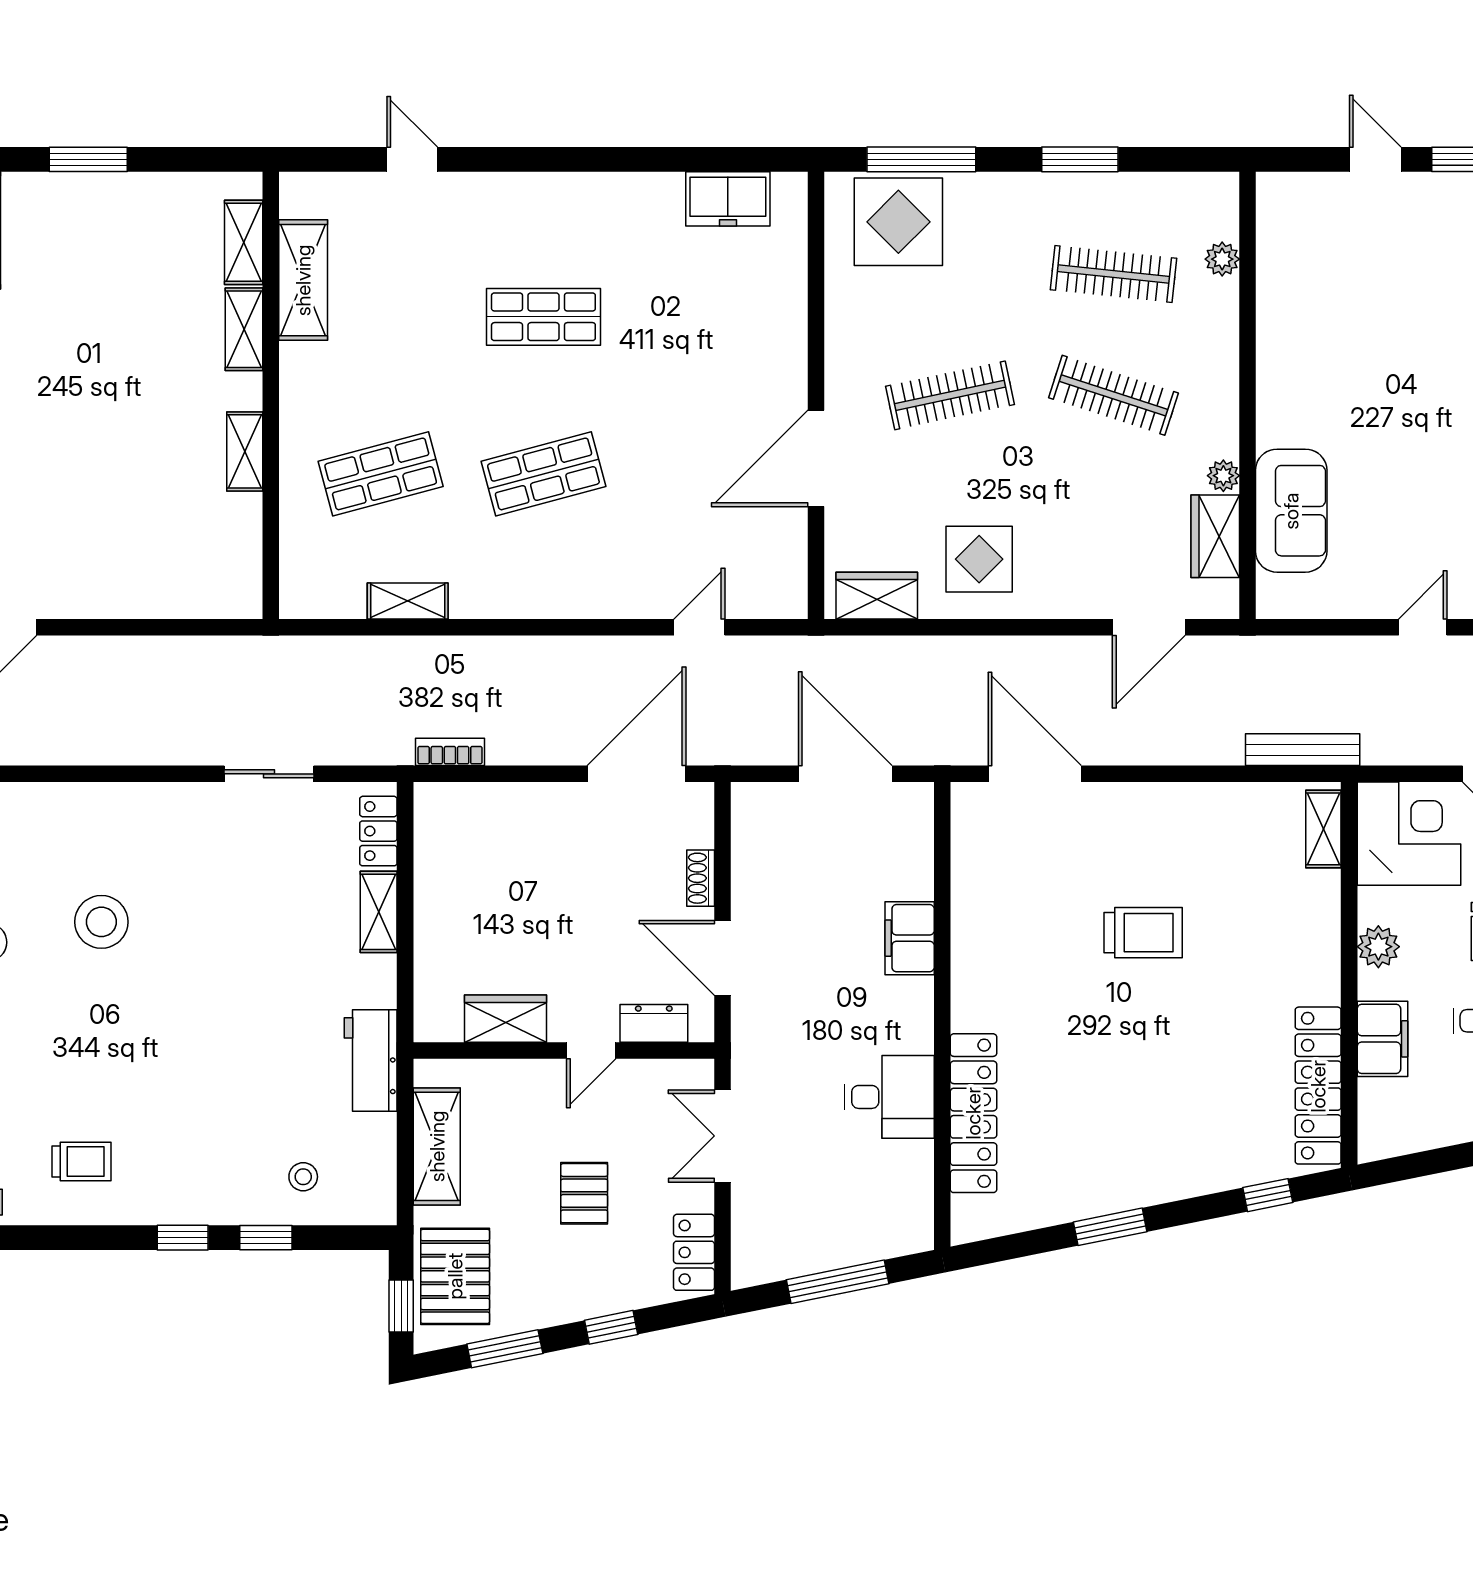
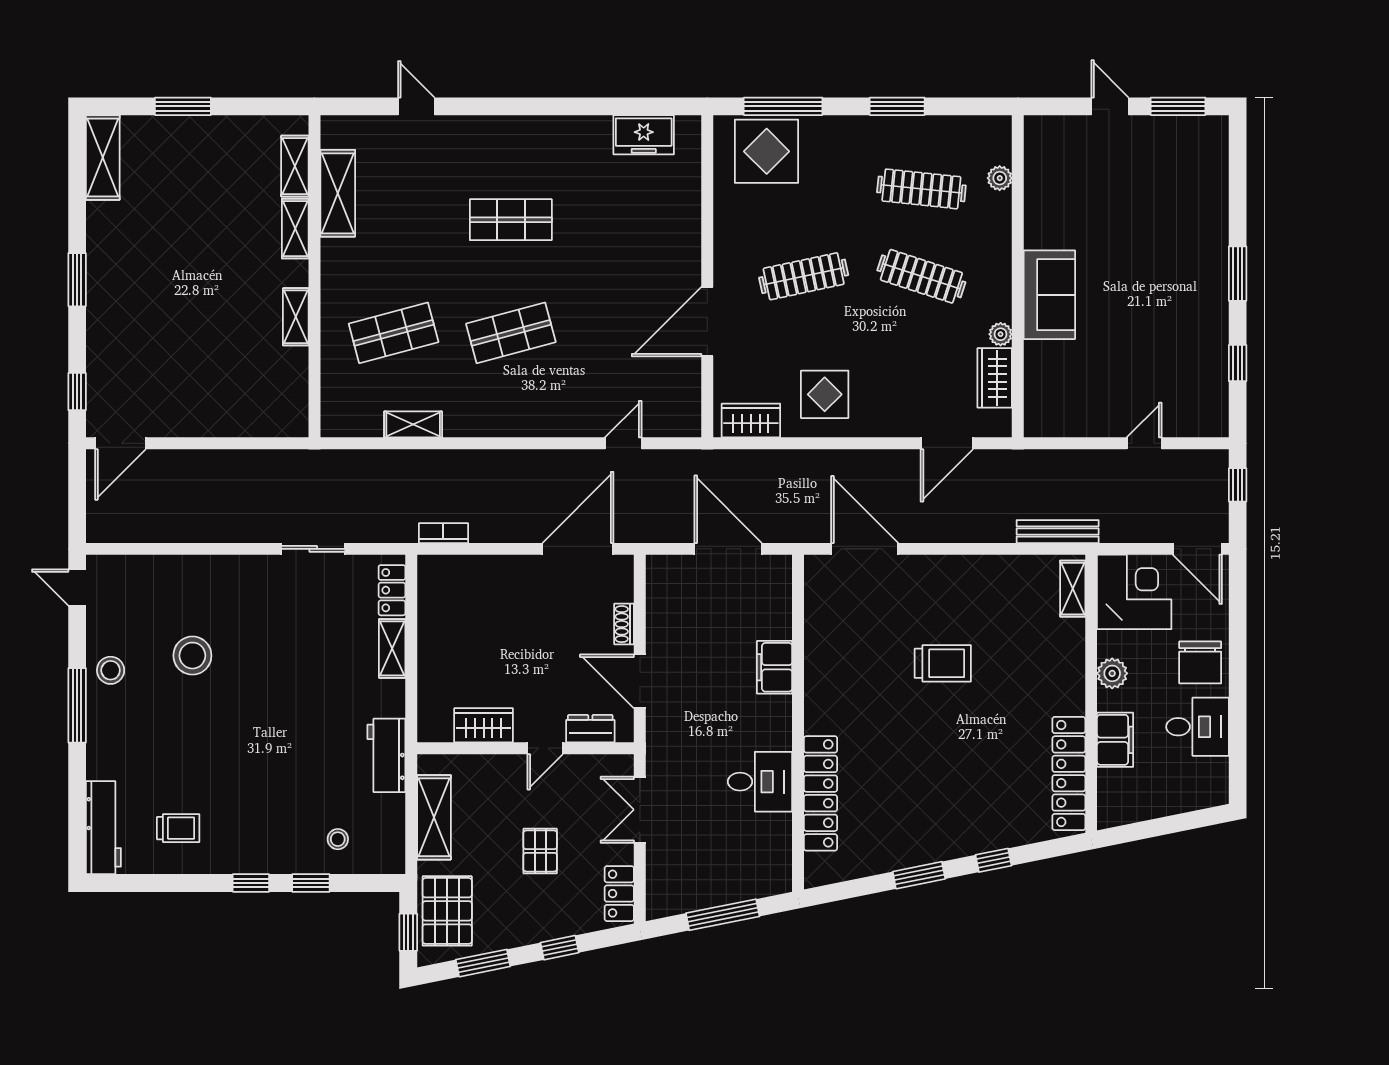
sofa: (1291, 511) -> (1049, 295), moved
window: (1268, 1195) -> (993, 860), moved

